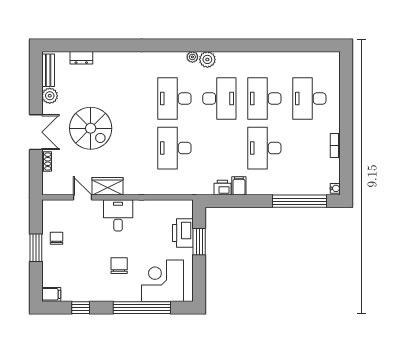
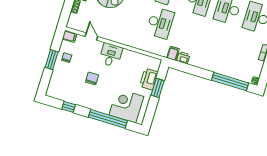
desk: (174, 148) -> (160, 23), turned 180
desk: (264, 148) -> (218, 40), removed
wardrobe: (108, 186) -> (110, 34), removed
filing cabinet: (239, 186) -> (173, 53), moved
chair: (119, 266) -> (92, 79), moved
filing cabinet: (51, 294) -> (69, 36), moved

